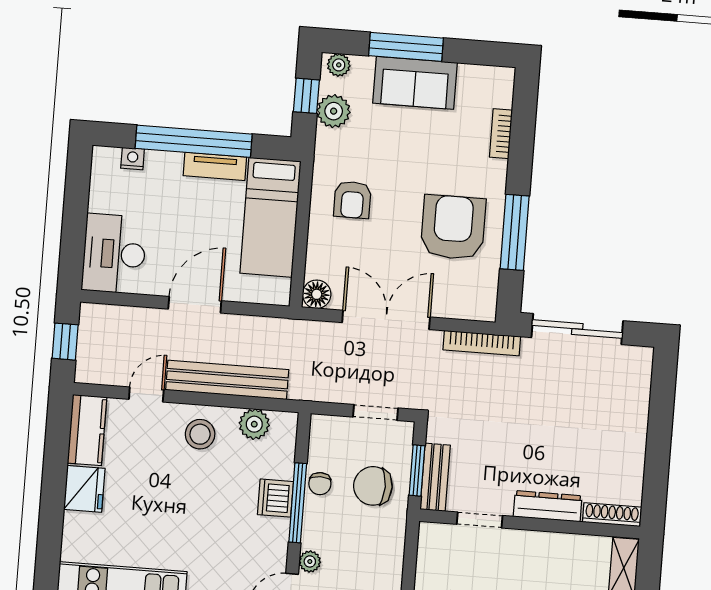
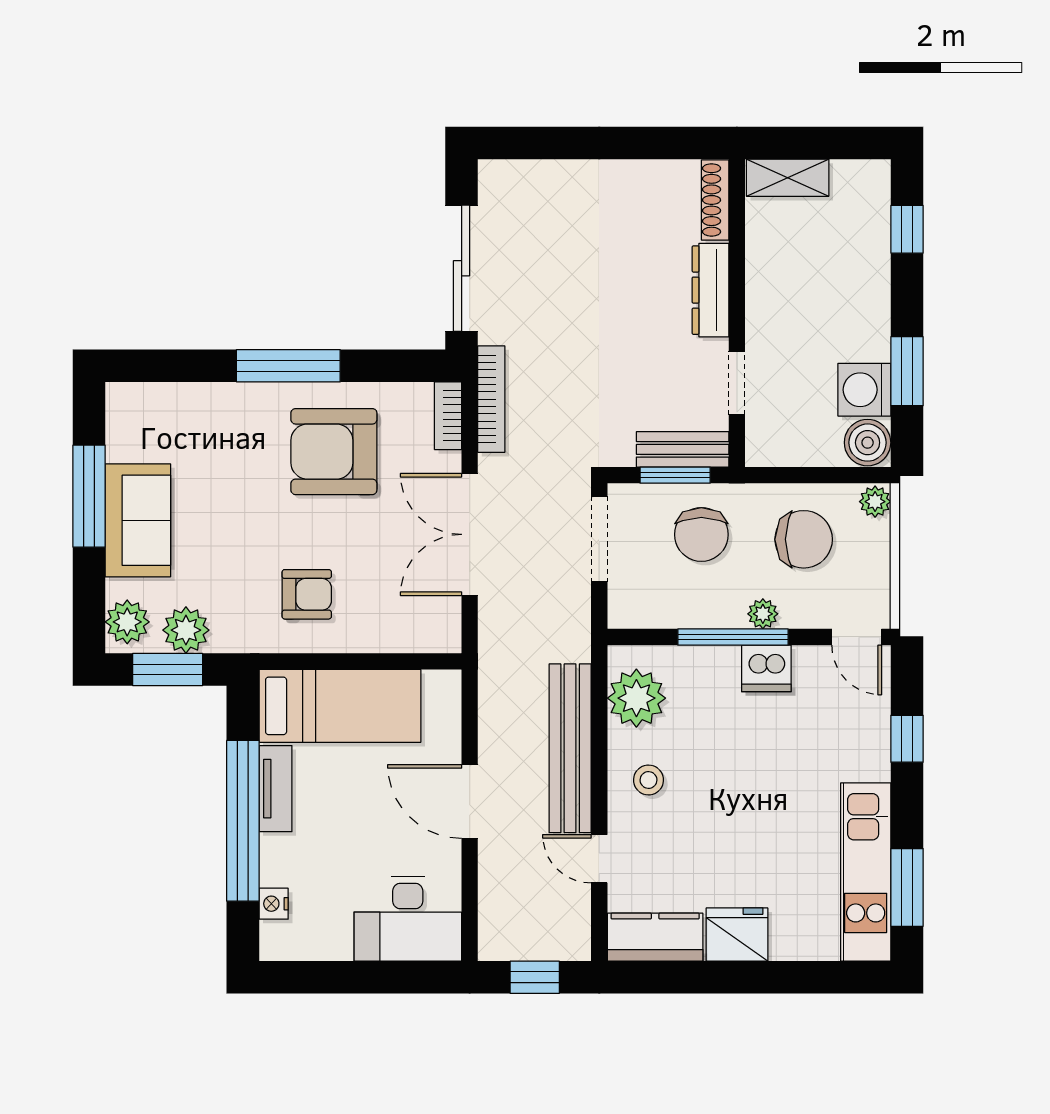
window: (406, 47) -> (89, 496), moved
plant: (339, 65) -> (127, 622), width x1.38, depth x1.38
window: (306, 96) -> (168, 669), width x1.50
bookcase: (501, 134) -> (448, 416), moved, turned 90
window: (515, 232) -> (288, 366), moved
floor lamp: (317, 294) -> (442, 634), removed
doorway: (376, 412) -> (599, 539), width x1.38
plant: (254, 424) -> (636, 698), width x1.36, depth x1.36
stool: (200, 434) -> (649, 780), width x0.73, depth x0.73
chair: (320, 484) -> (804, 539), moved, width x1.87, depth x1.87
dishwasher: (275, 498) -> (766, 668), moved
plant: (310, 561) -> (763, 614), moved

